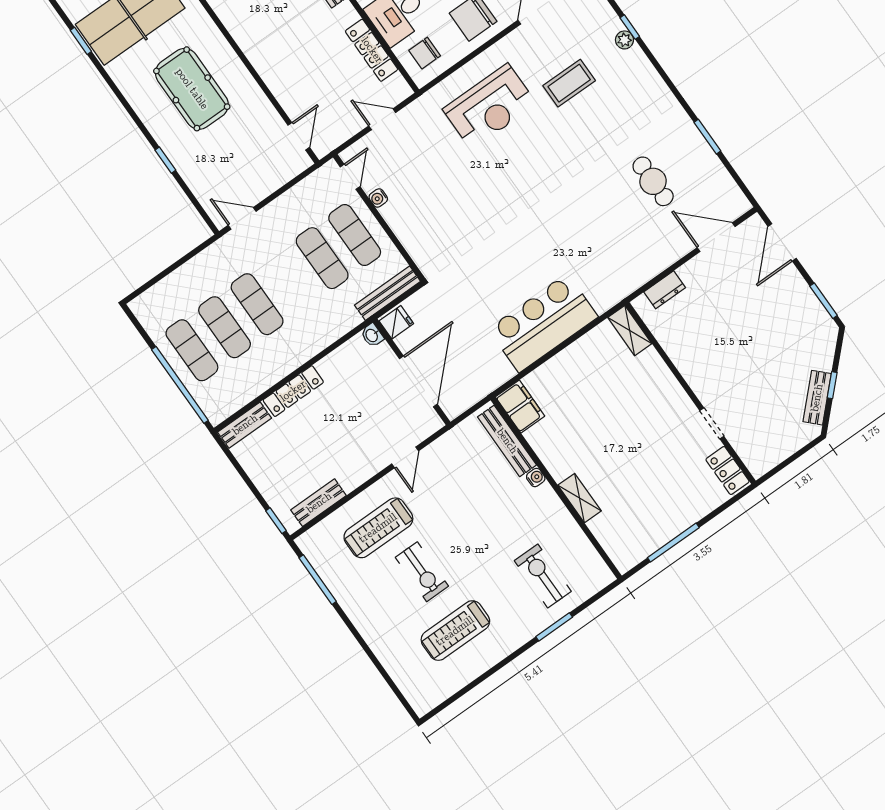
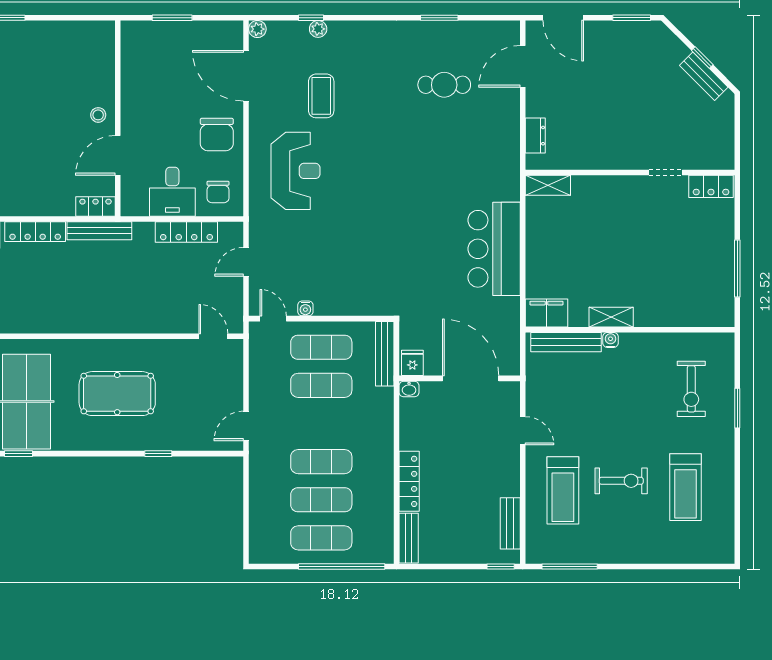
shelving: (579, 498) -> (611, 317), moved
exercise bike: (543, 576) -> (691, 389), turned -90

